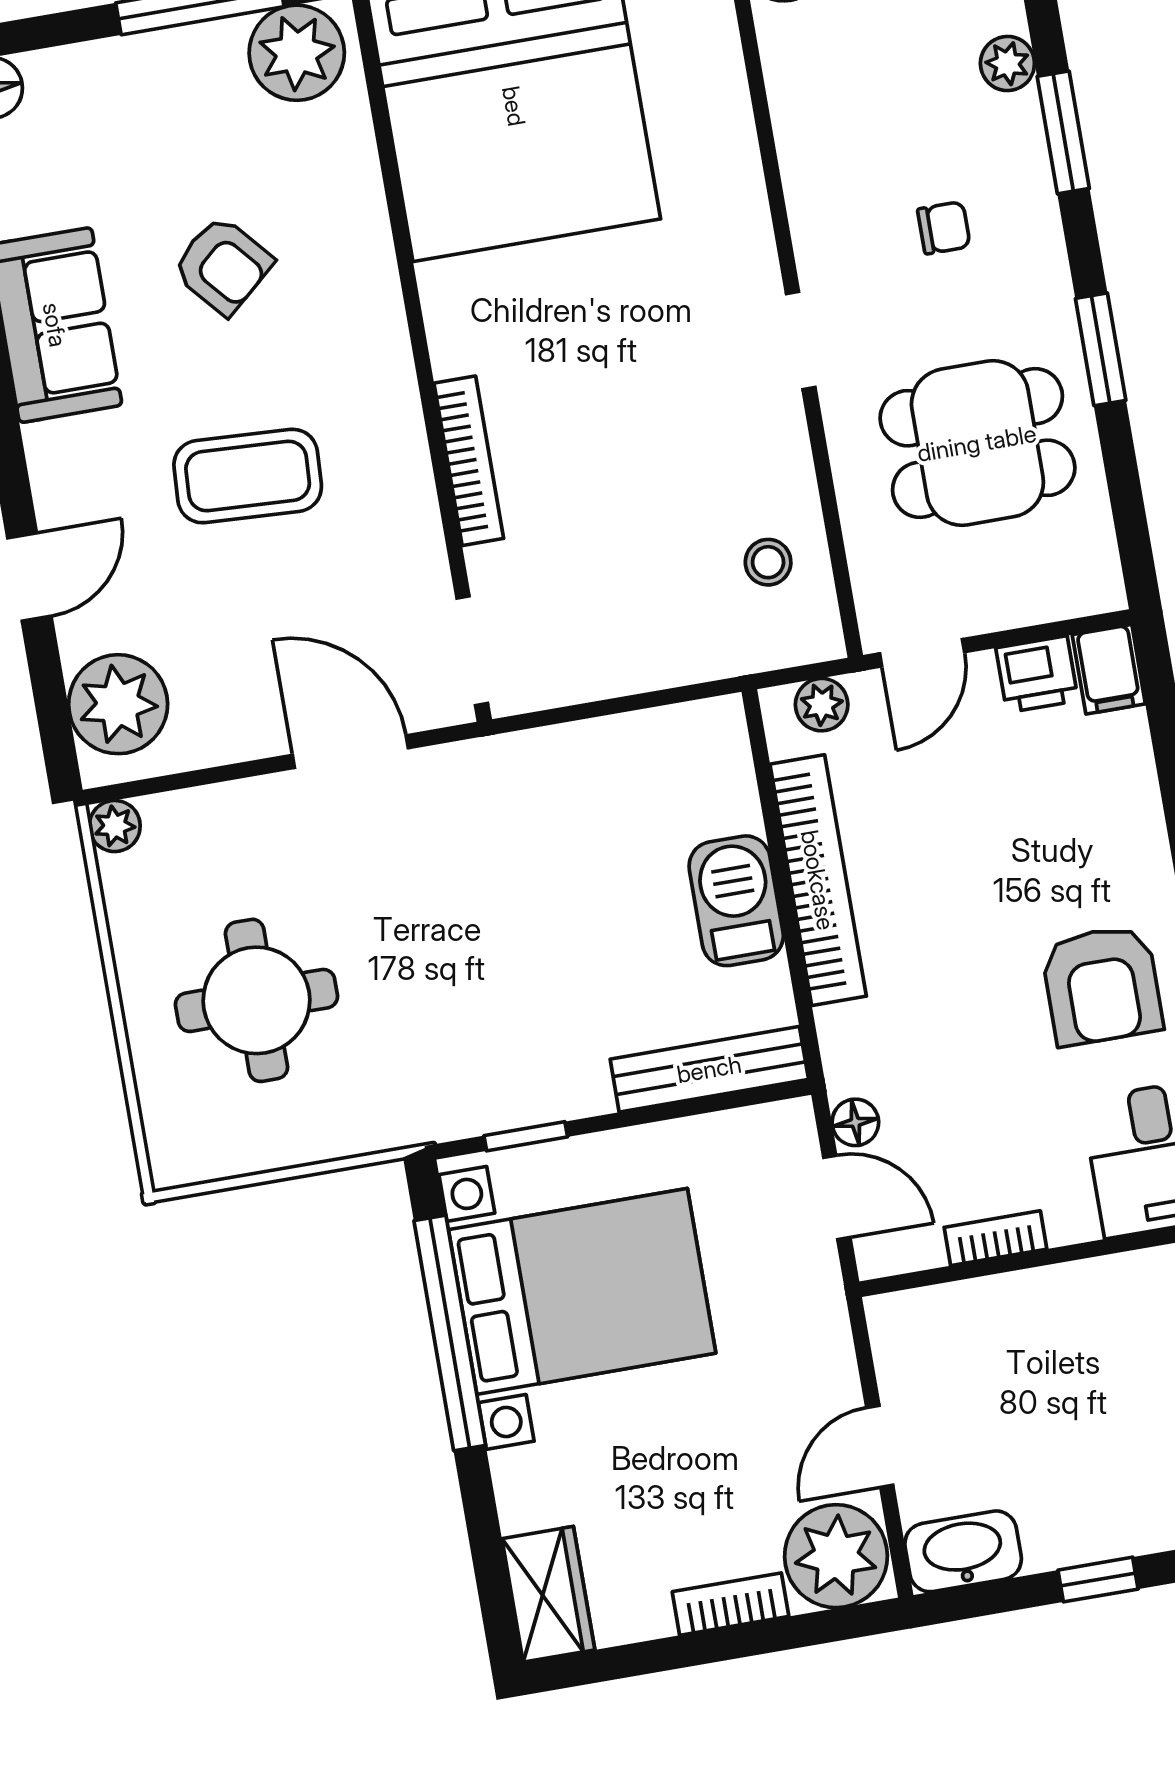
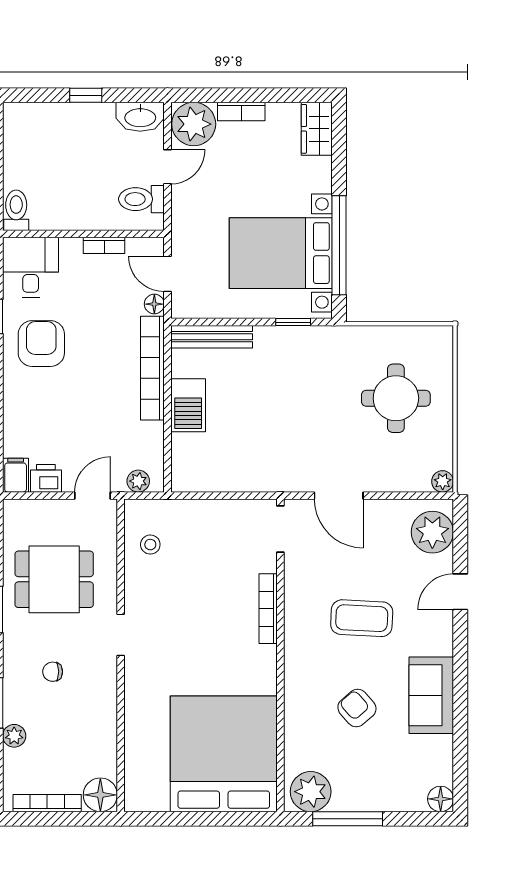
bookcase: (818, 880) -> (152, 368), moved
toilet: (927, 1361) -> (141, 199), added

